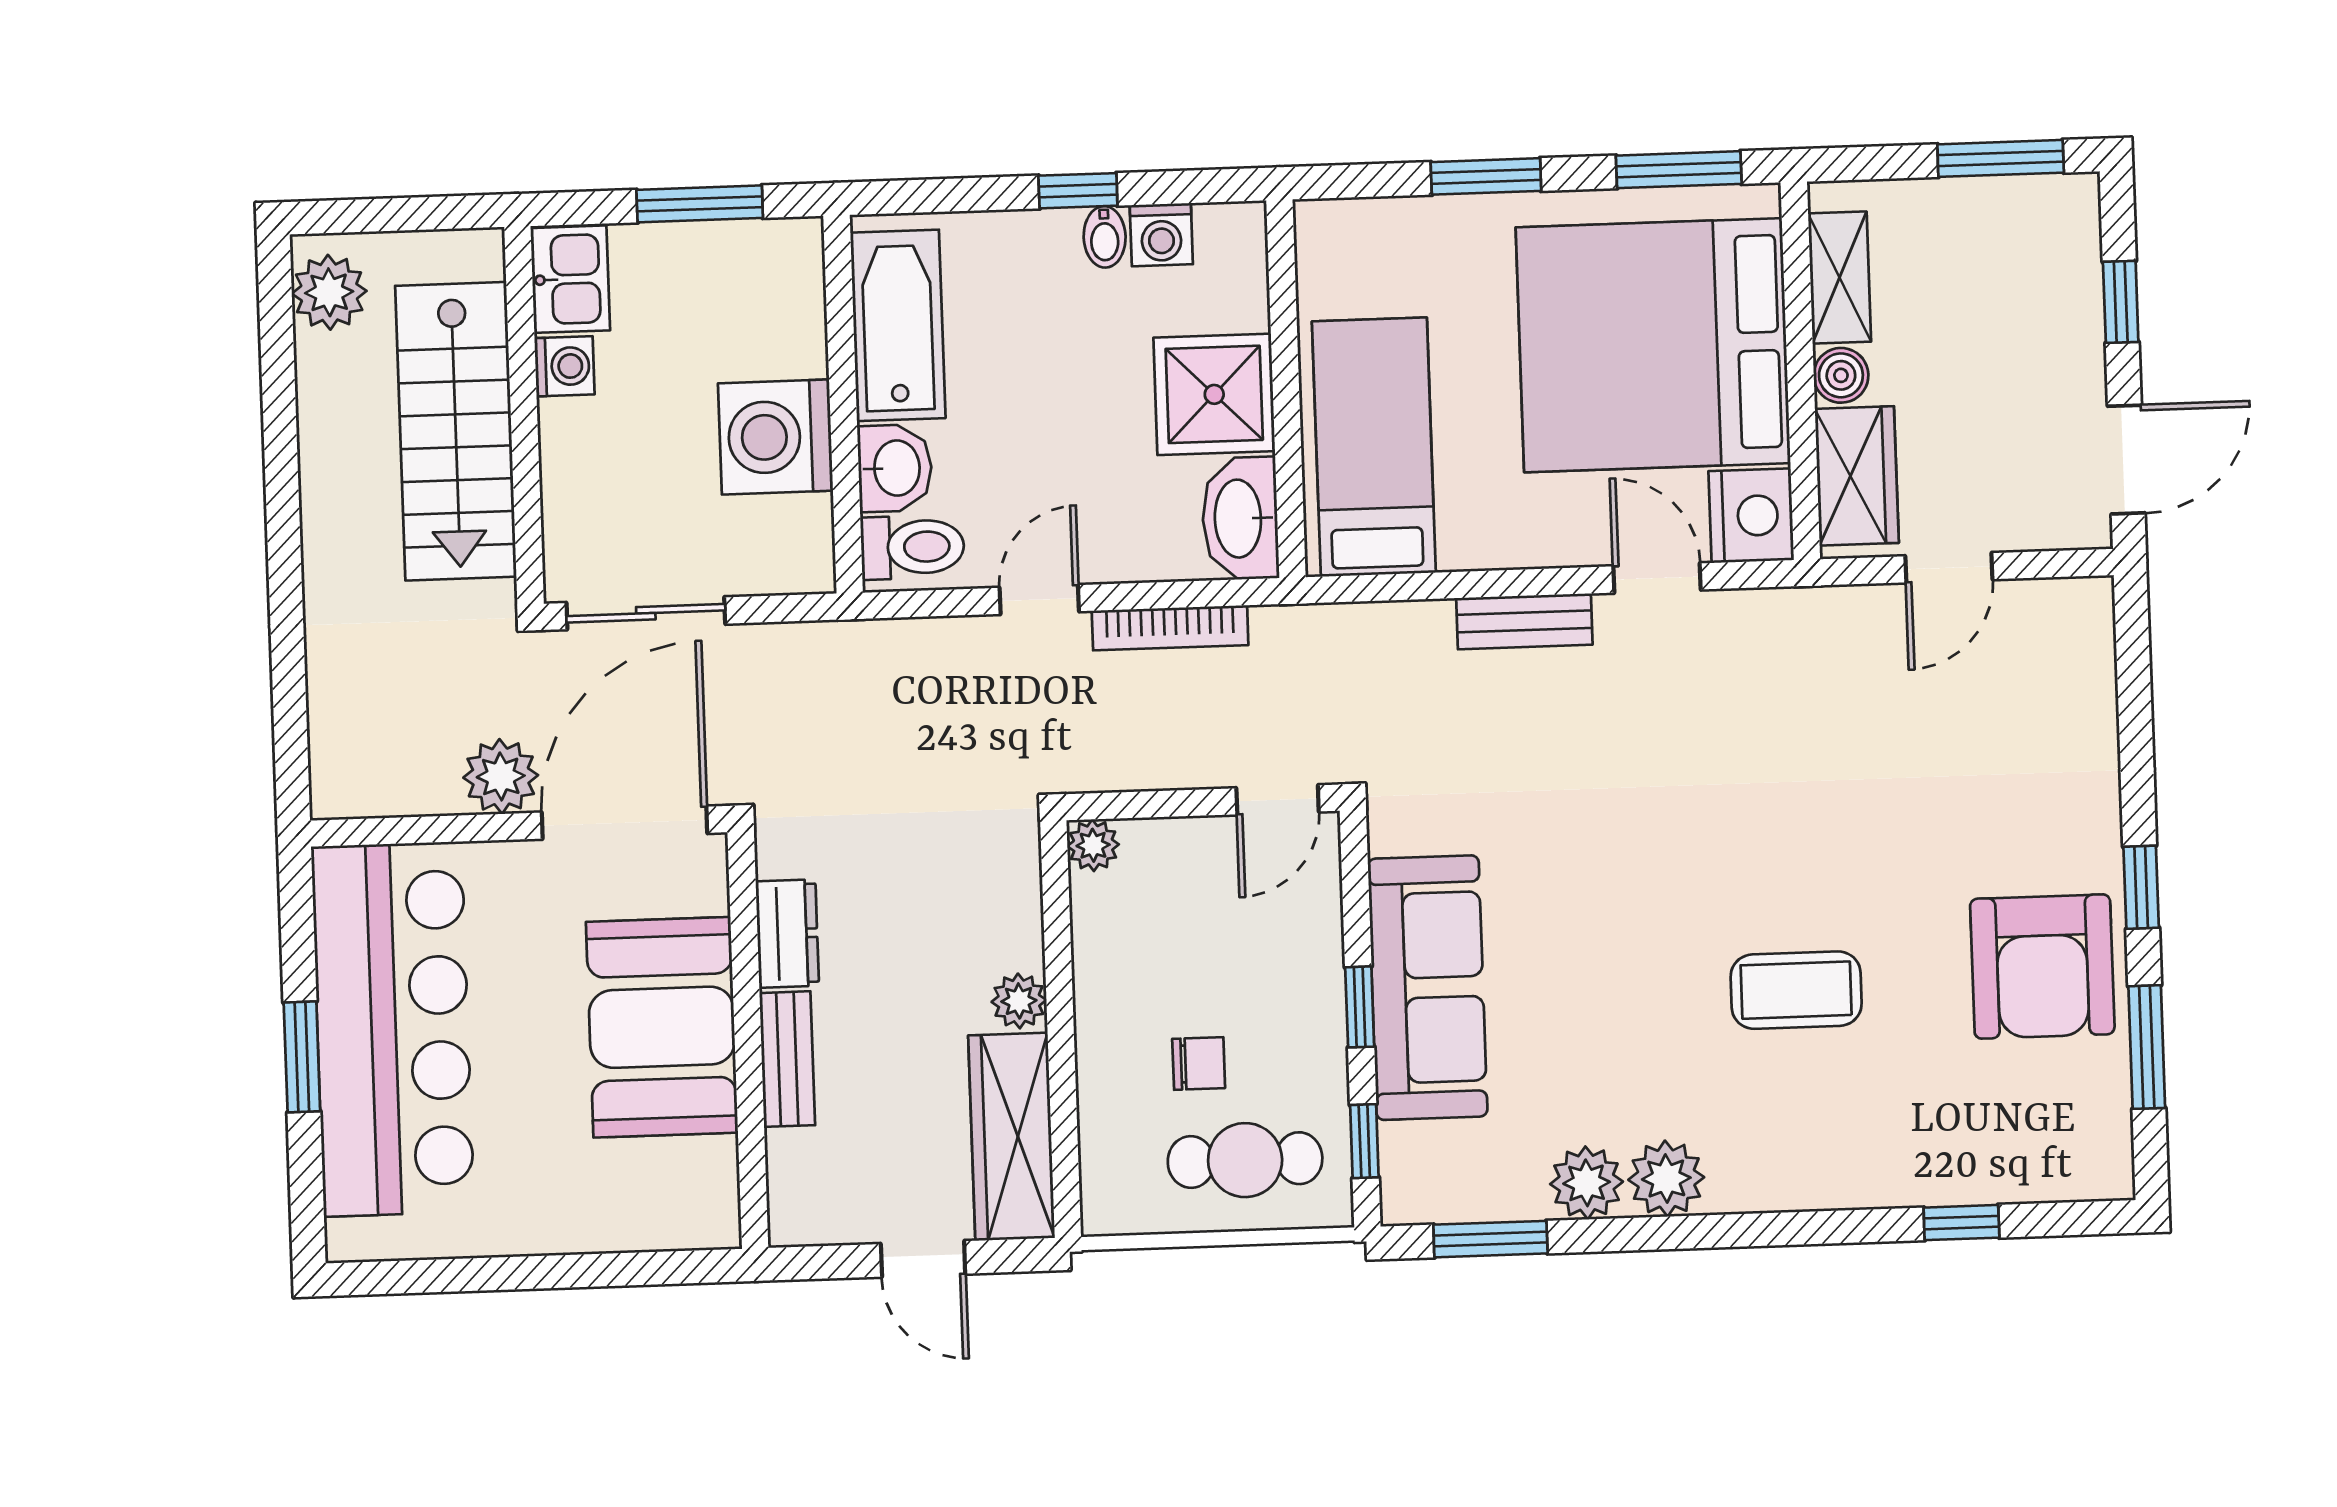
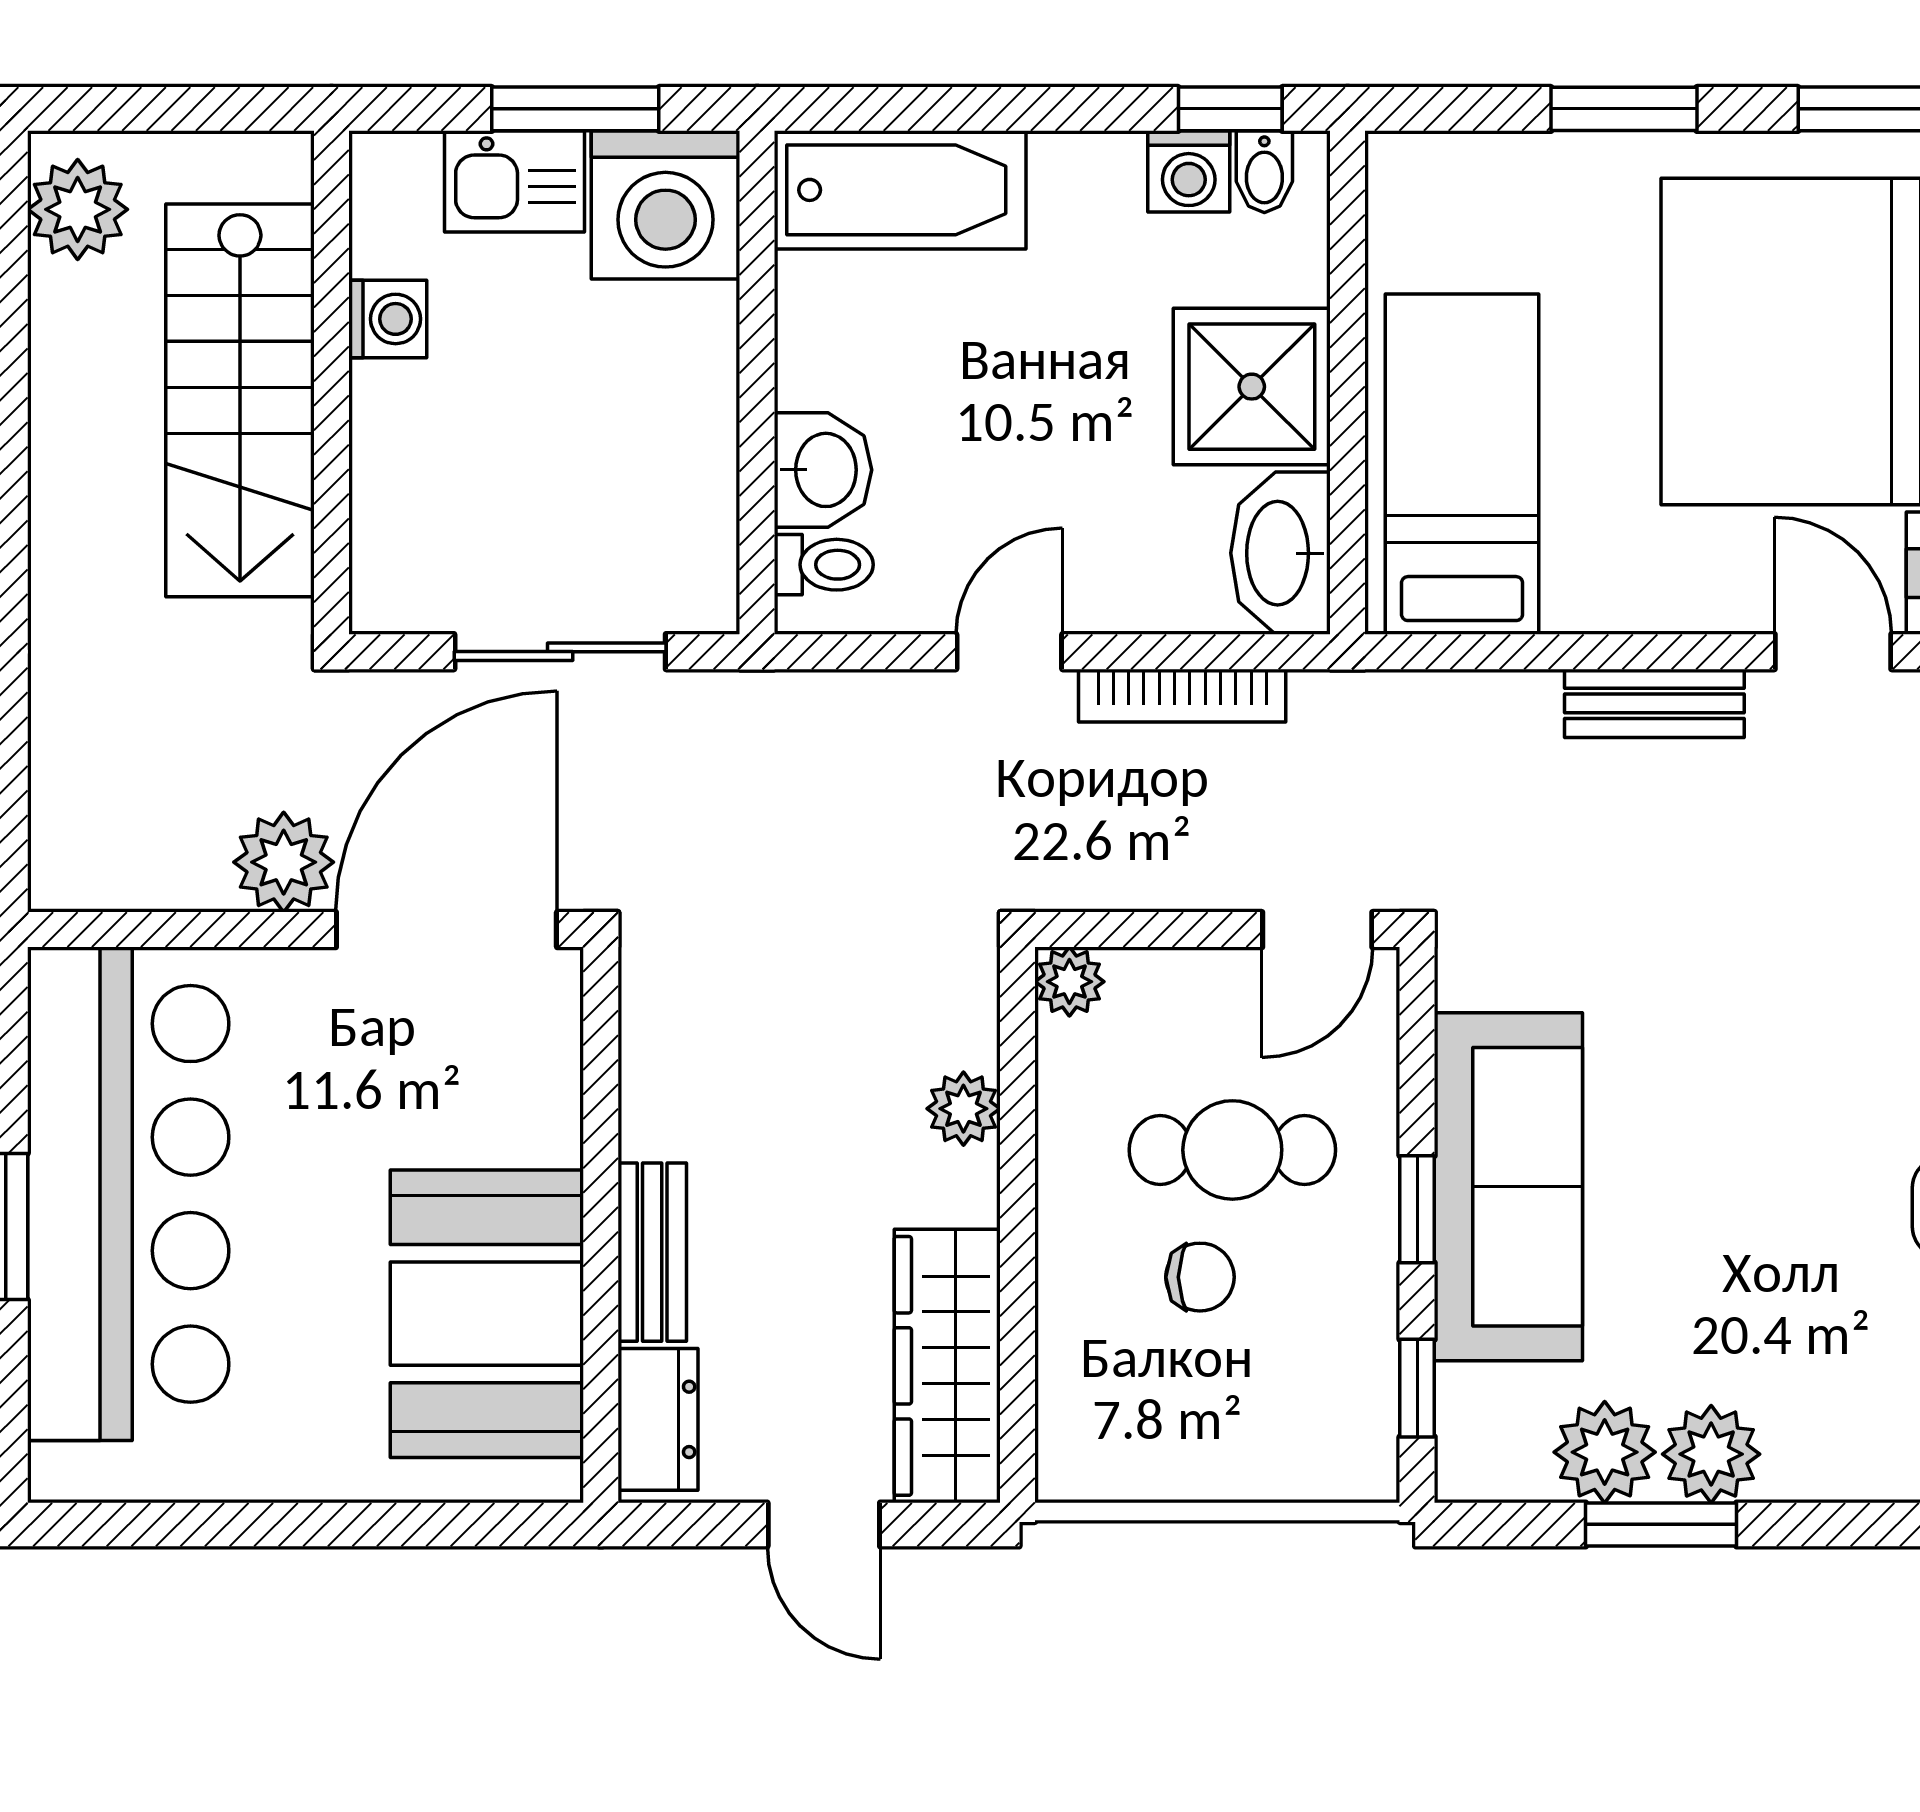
window: (1078, 191) -> (1230, 109), moved
bidet: (1105, 237) -> (1264, 172), moved
kitchen sink: (570, 279) -> (514, 181), moved, turned 90
bathtub: (898, 325) -> (900, 190), moved, turned 90
washing machine: (775, 437) -> (665, 205), moved, turned -90
toilet: (912, 547) -> (824, 565), width x0.73, depth x0.72
sliding door: (646, 613) -> (560, 652), moved
dresser: (787, 934) -> (658, 1419), moved
plant: (1019, 1001) -> (963, 1109), moved
booth: (662, 1027) -> (487, 1314), moved
cafe table: (1245, 1160) -> (1232, 1150), moved
plant: (1666, 1178) -> (1605, 1452), moved
window: (1490, 1239) -> (1661, 1524), moved

